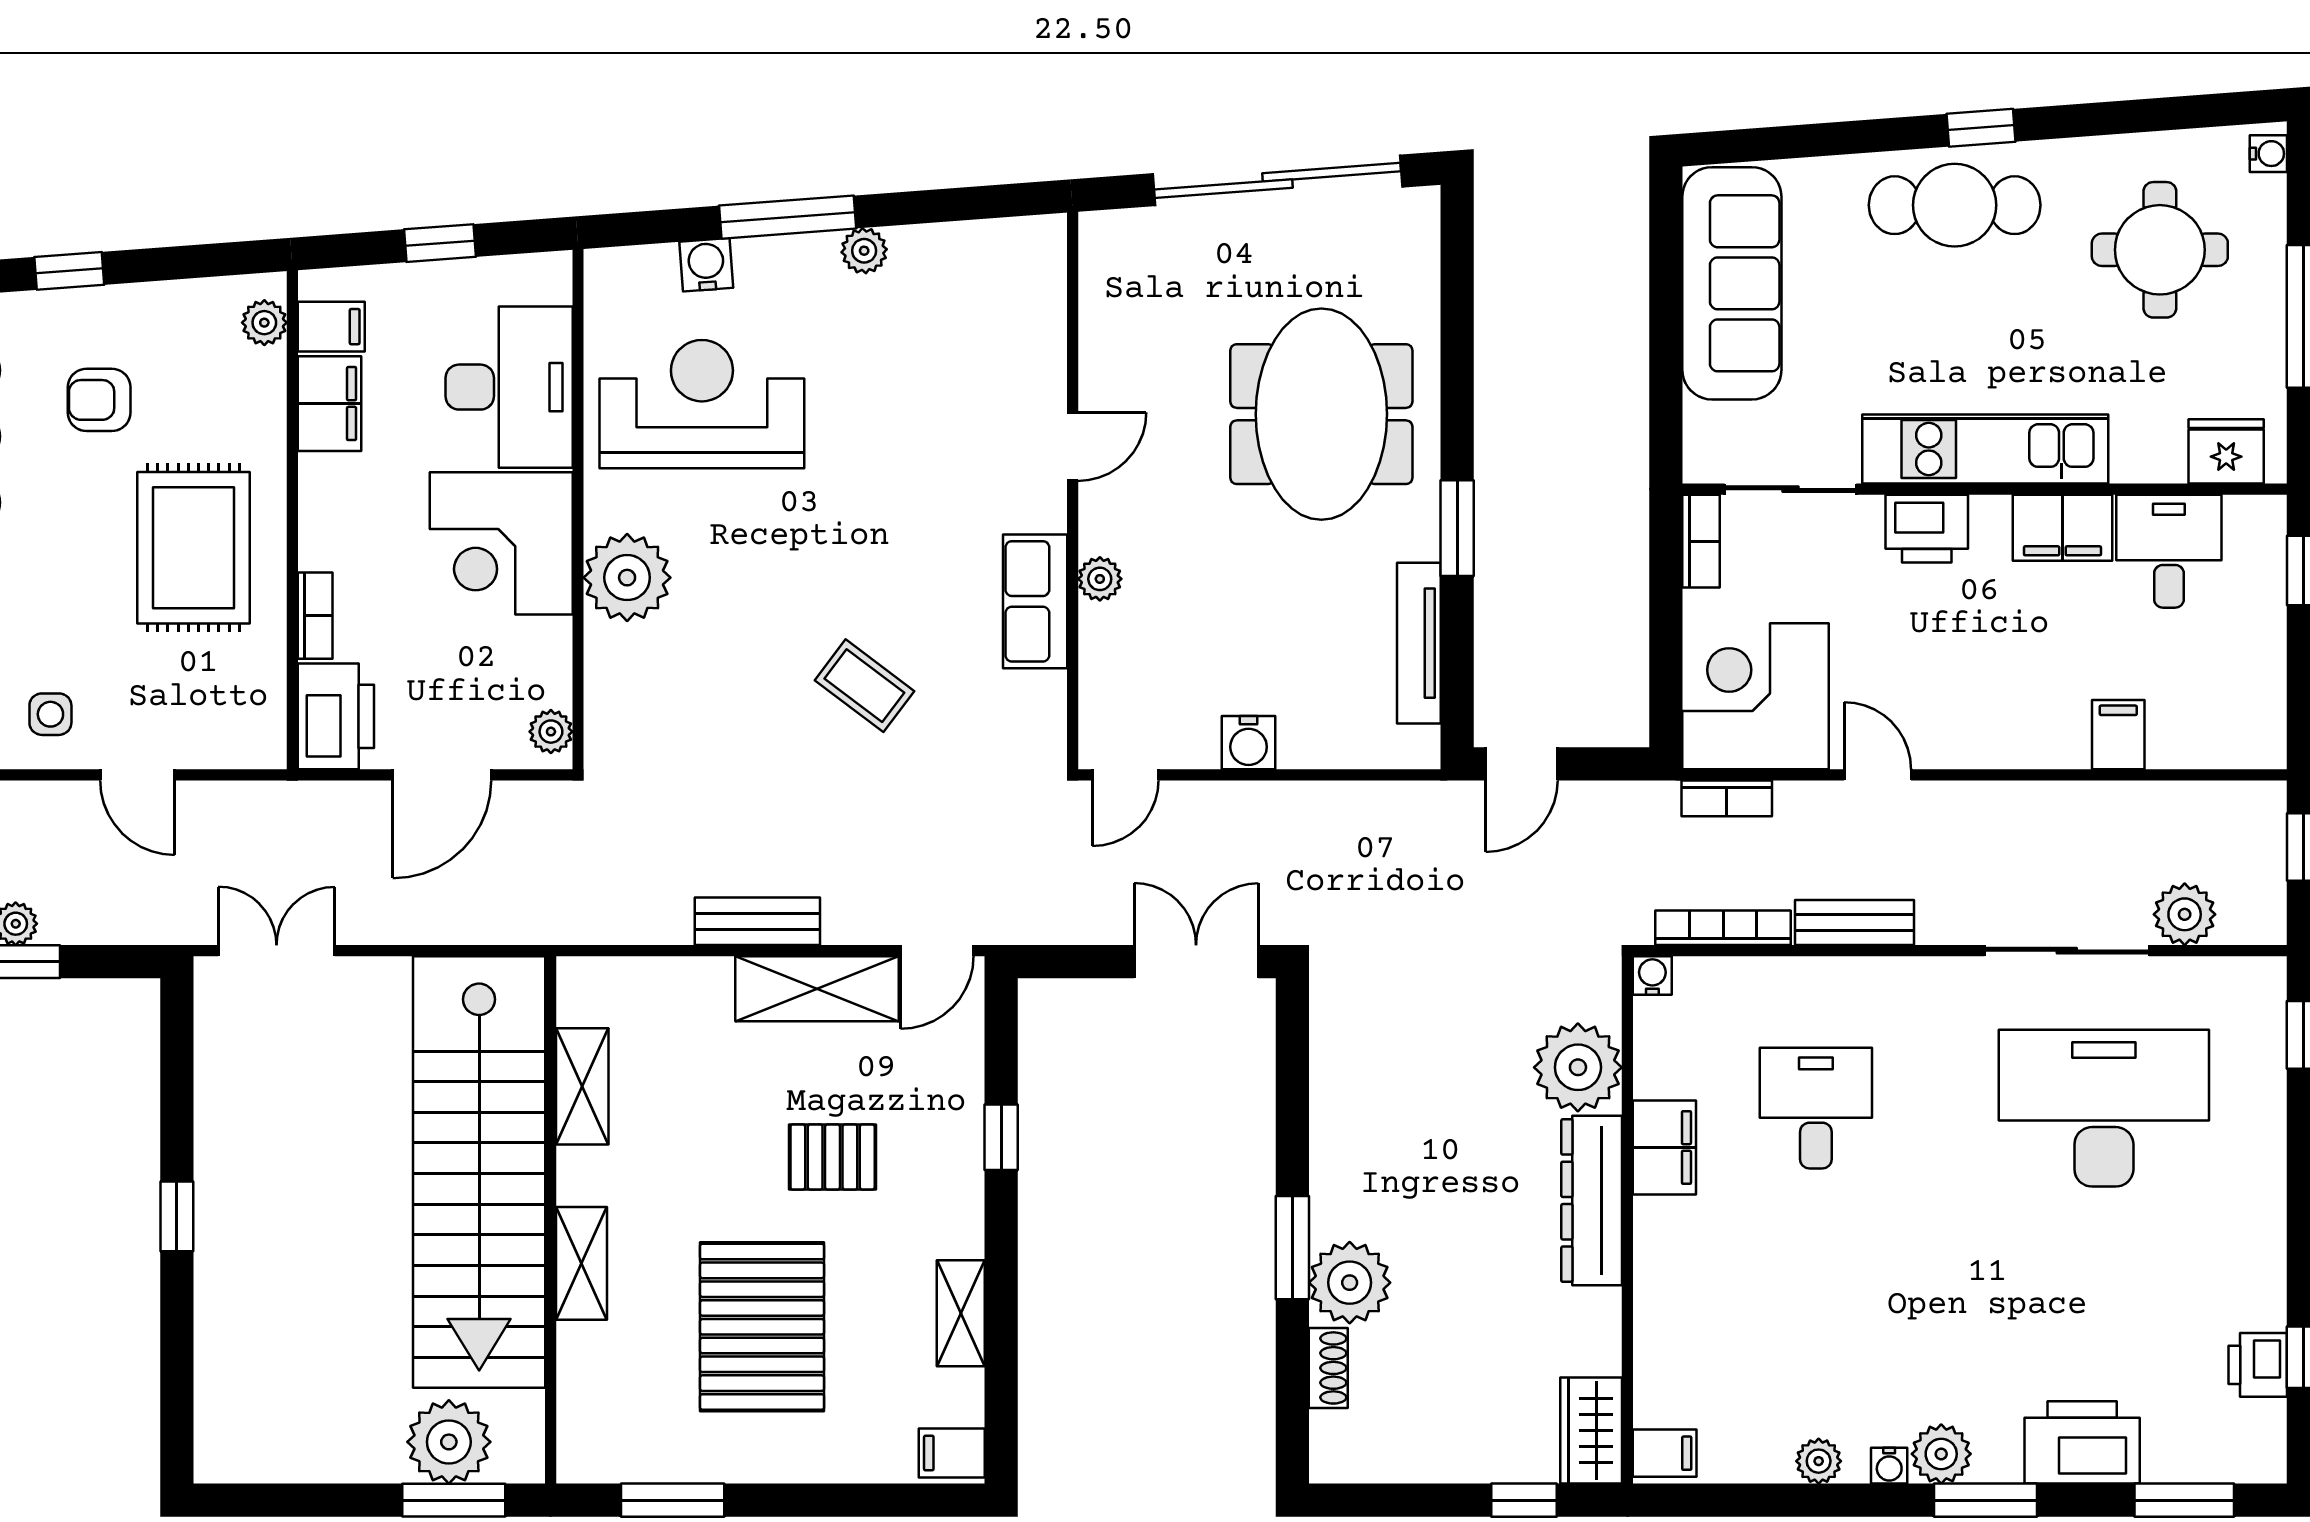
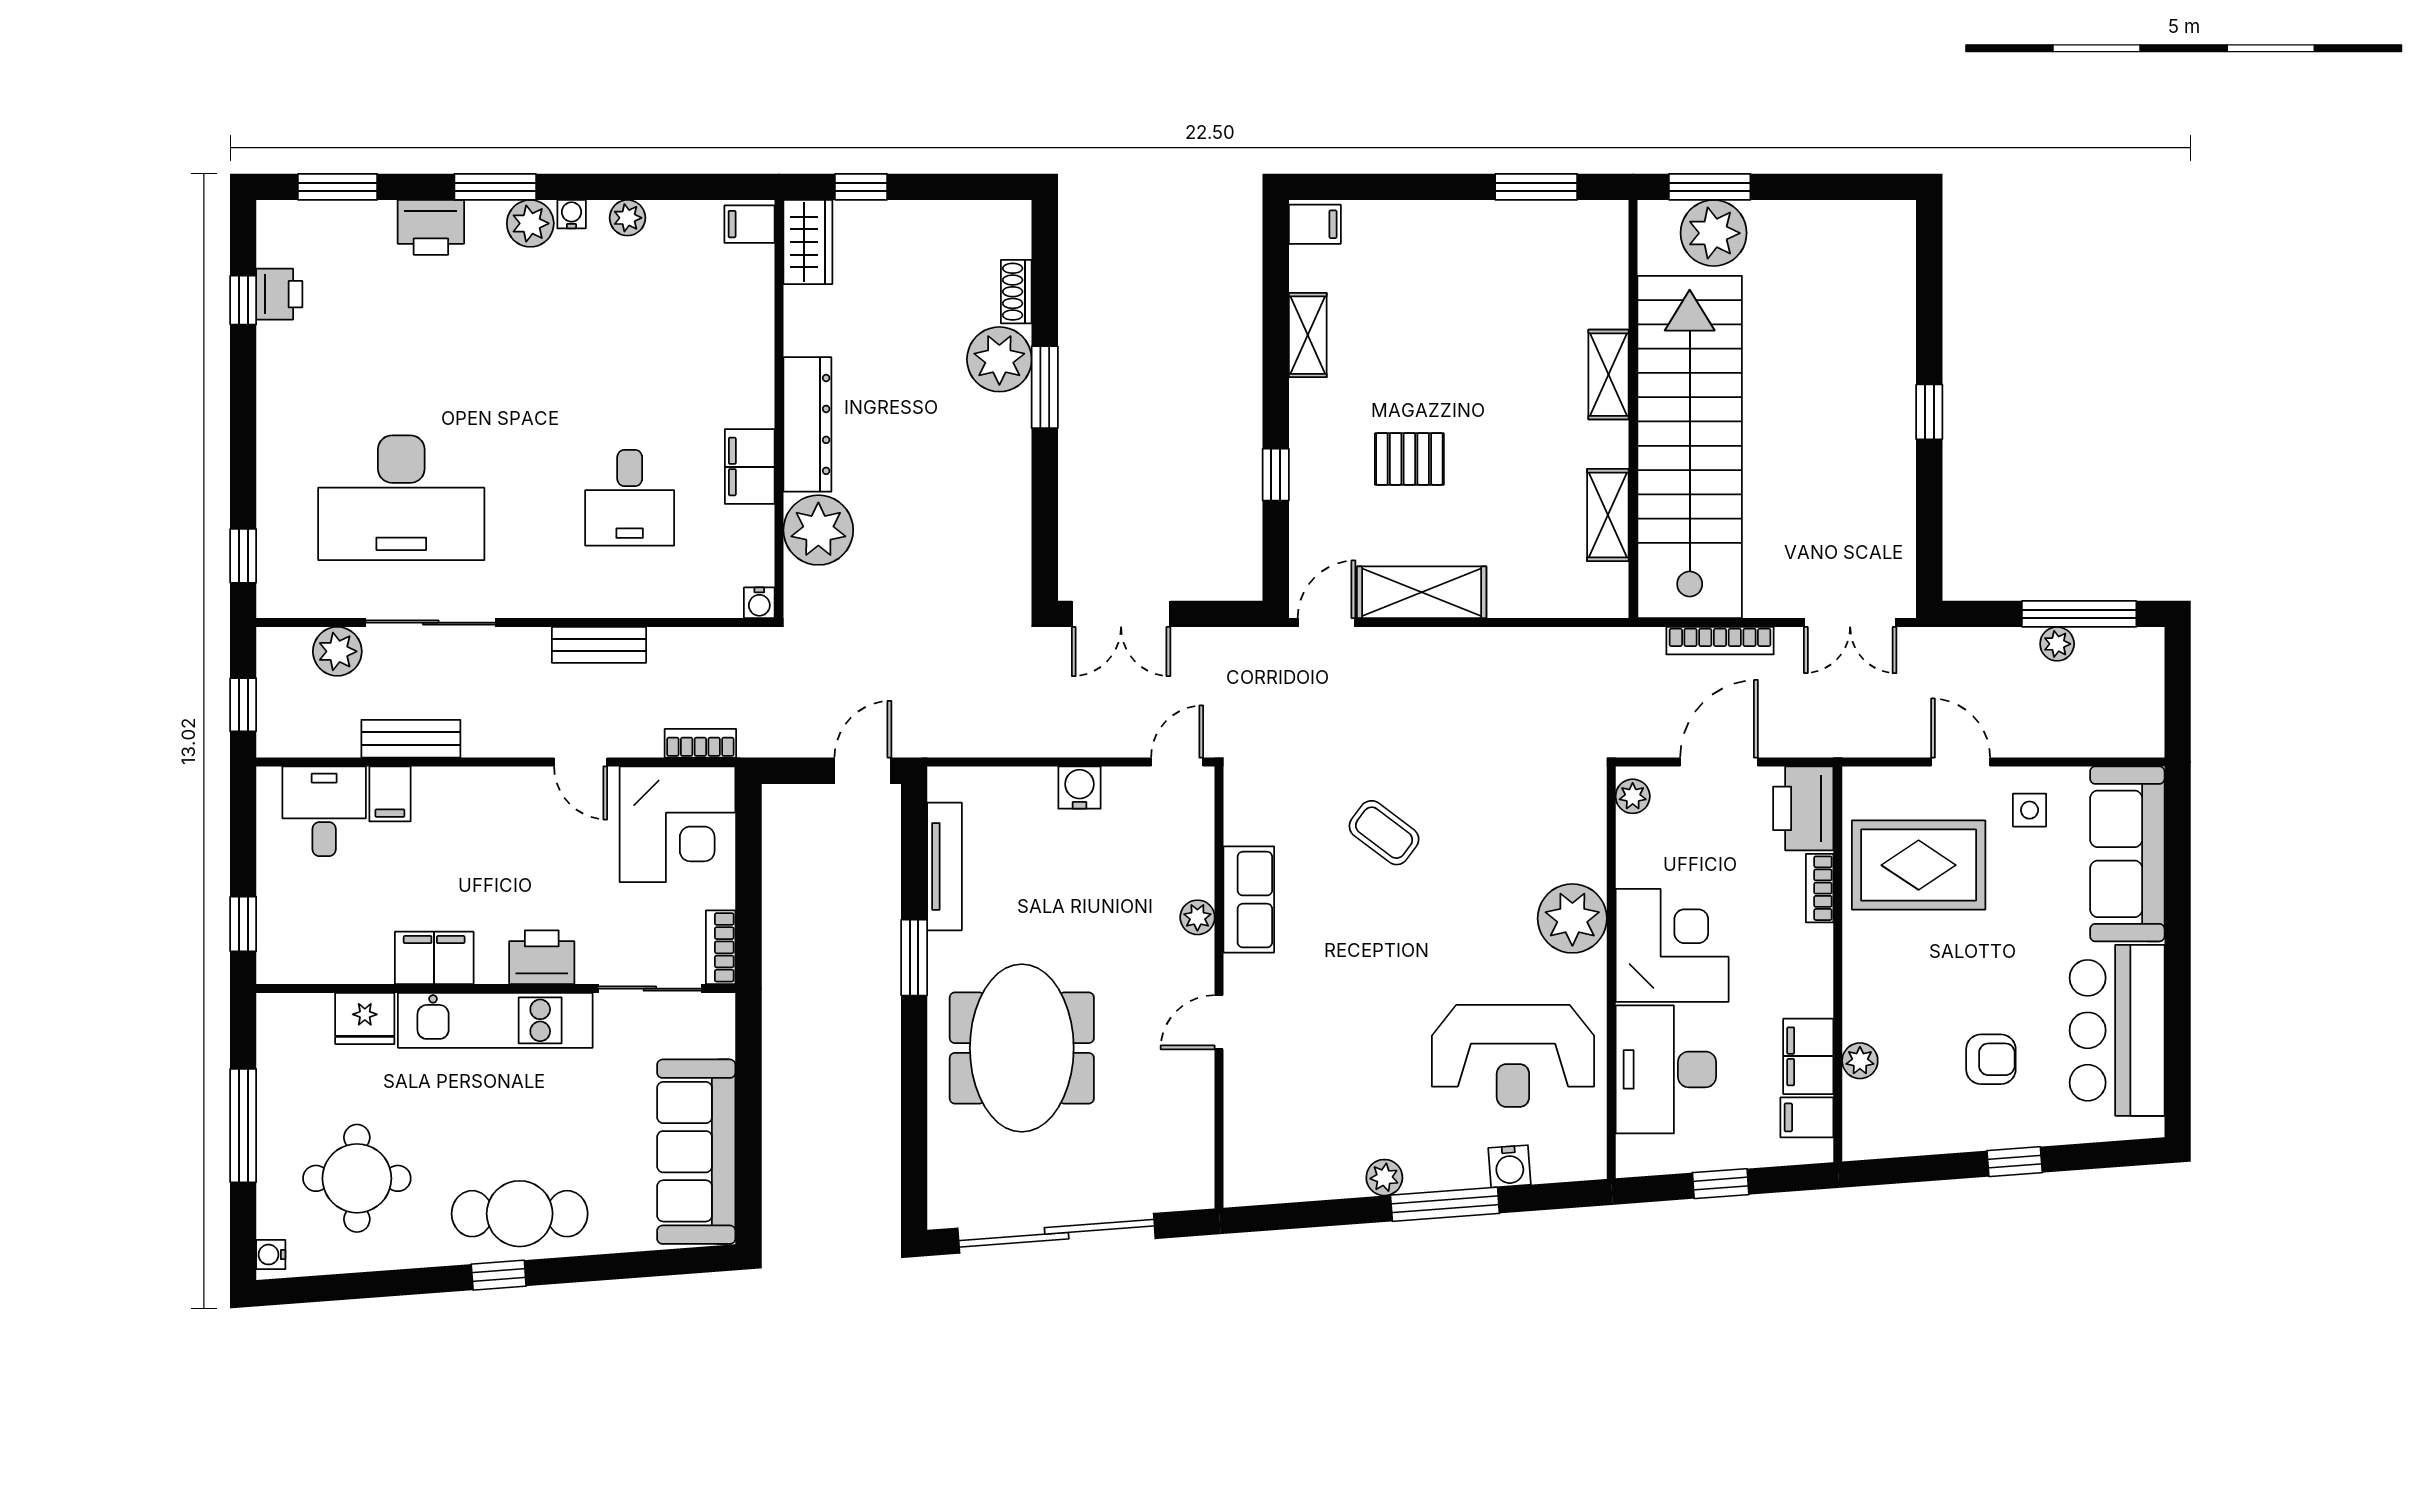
plant: (264, 323) -> (1860, 1061), moved
fridge: (2226, 451) -> (365, 1018), moved
rug: (193, 548) -> (1919, 865), moved, turned 90
desk: (2169, 551) -> (324, 811), moved, turned 180
bench: (757, 921) -> (411, 739), moved
bookcase: (1723, 928) -> (1720, 641), moved
pallet: (762, 1327) -> (1465, 324), removed
printer: (2082, 1442) -> (431, 227), width x0.73, depth x0.84

